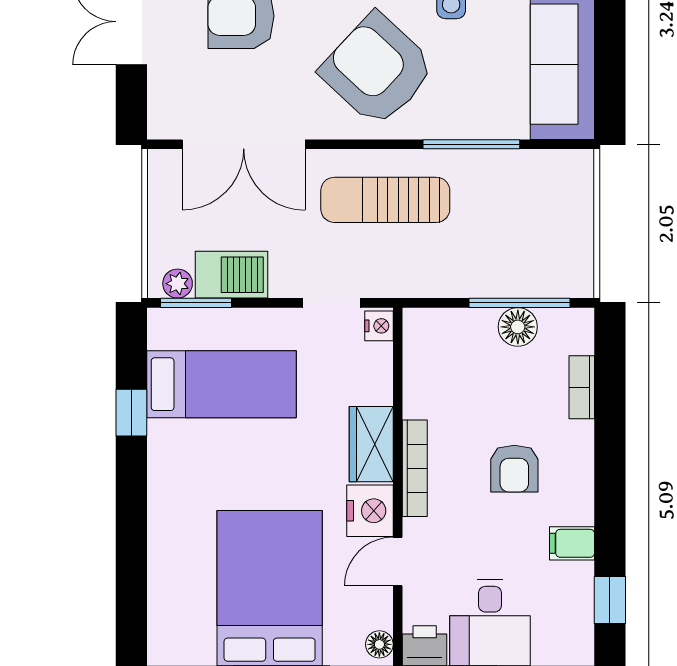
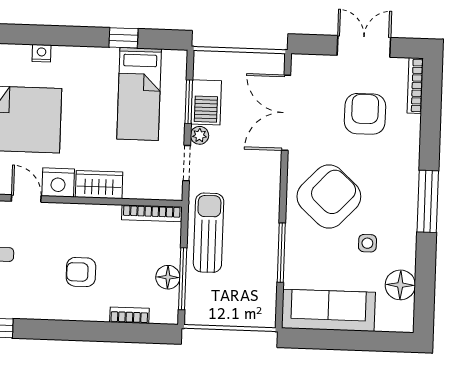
sun lounger: (385, 200) -> (209, 233), moved
plant: (178, 284) -> (200, 135), moved
window: (196, 303) -> (189, 102), moved
nightstand: (379, 326) -> (42, 53), moved, turned 180
bookcase: (415, 468) -> (152, 213), moved
filing cabinet: (572, 543) -> (34, 306), removed

